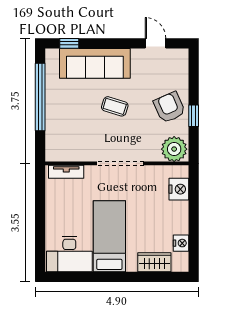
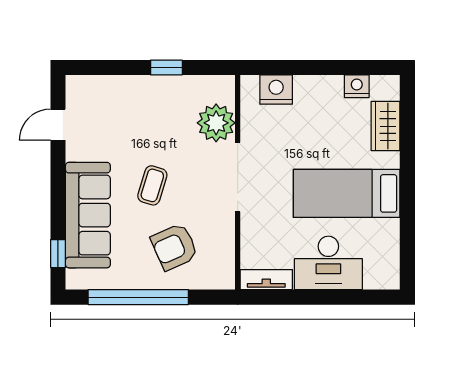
armchair: (169, 107) -> (174, 247), moved
plant: (174, 149) -> (216, 123), moved
tv unit: (66, 172) -> (266, 280), moved, turned -90
desk: (69, 254) -> (328, 263), moved, turned 90

